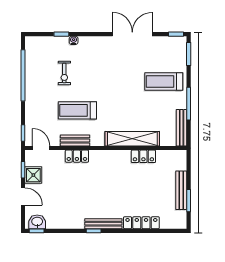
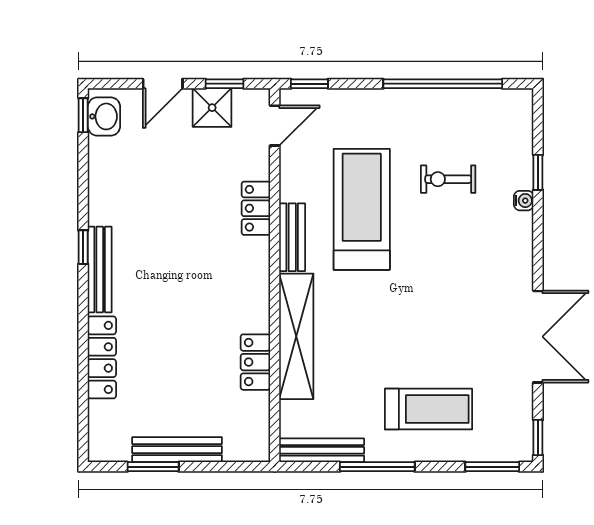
treadmill: (164, 81) -> (429, 409), turned 90
treadmill: (77, 110) -> (362, 209), width x1.37, depth x1.38
bench: (75, 140) -> (292, 237), moved

